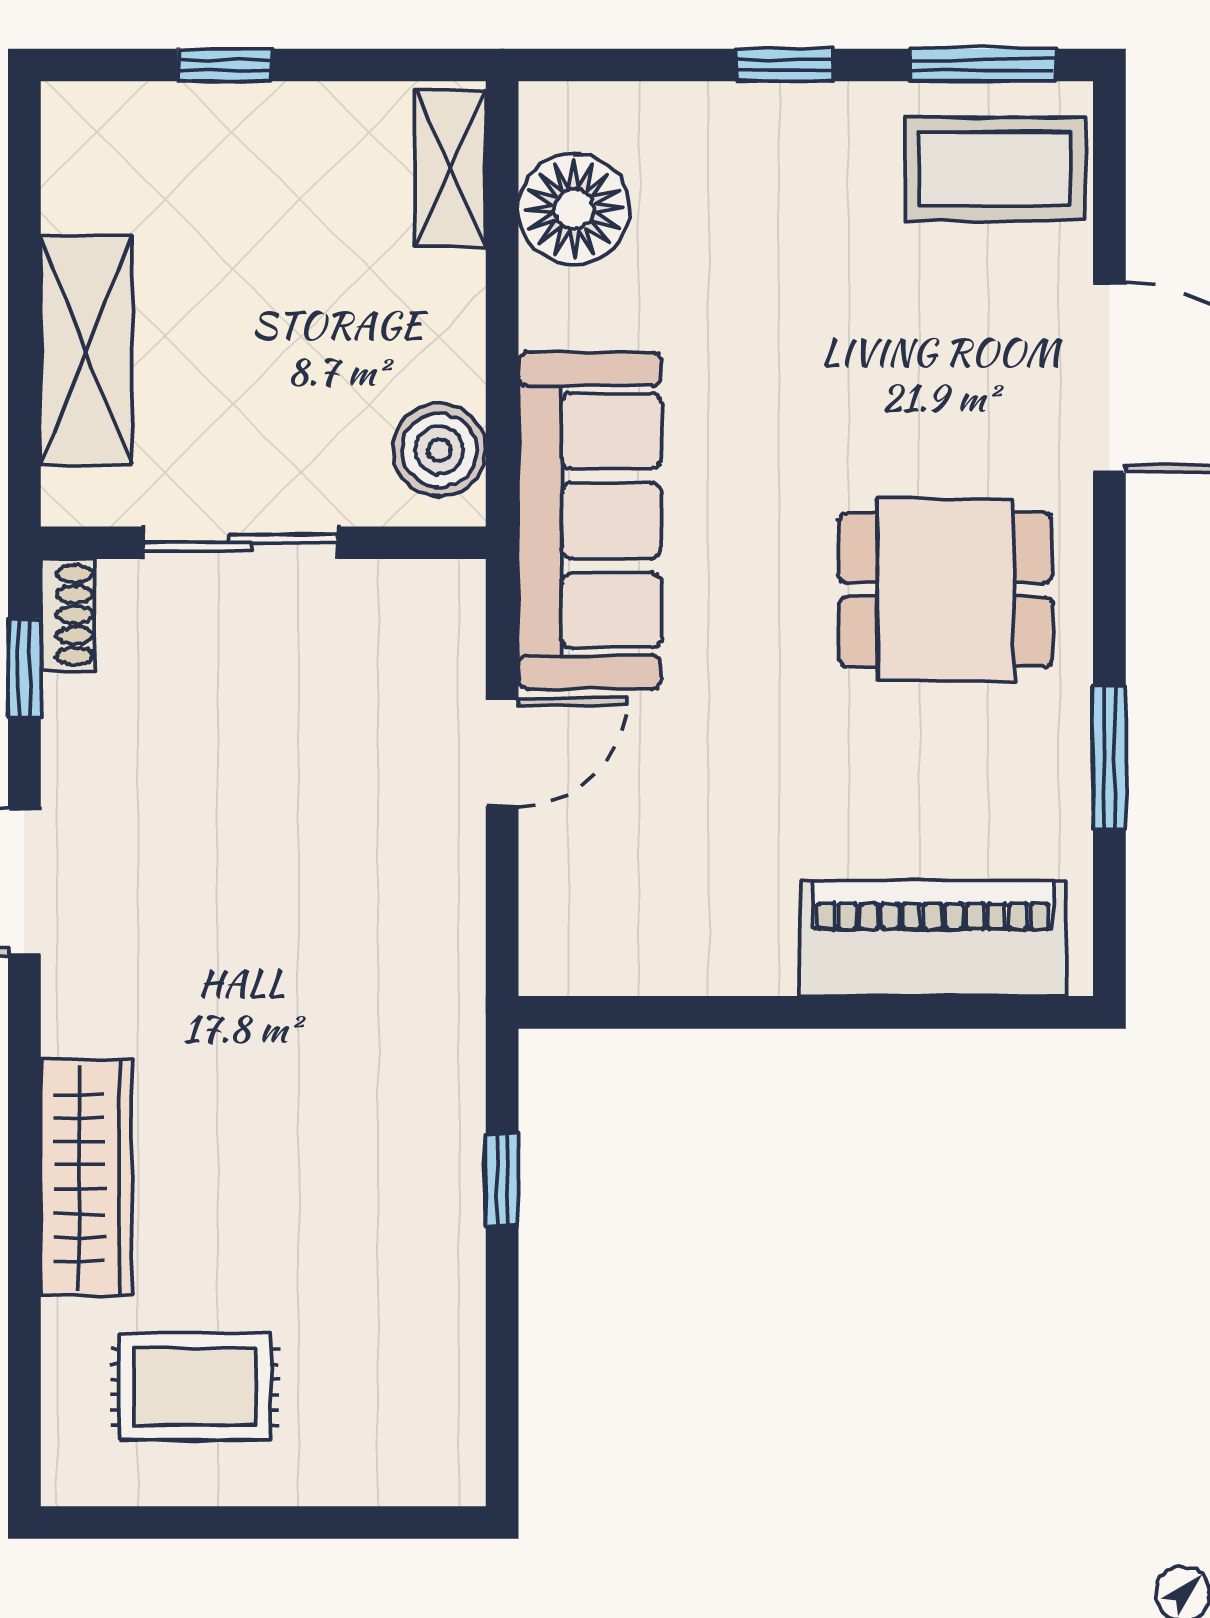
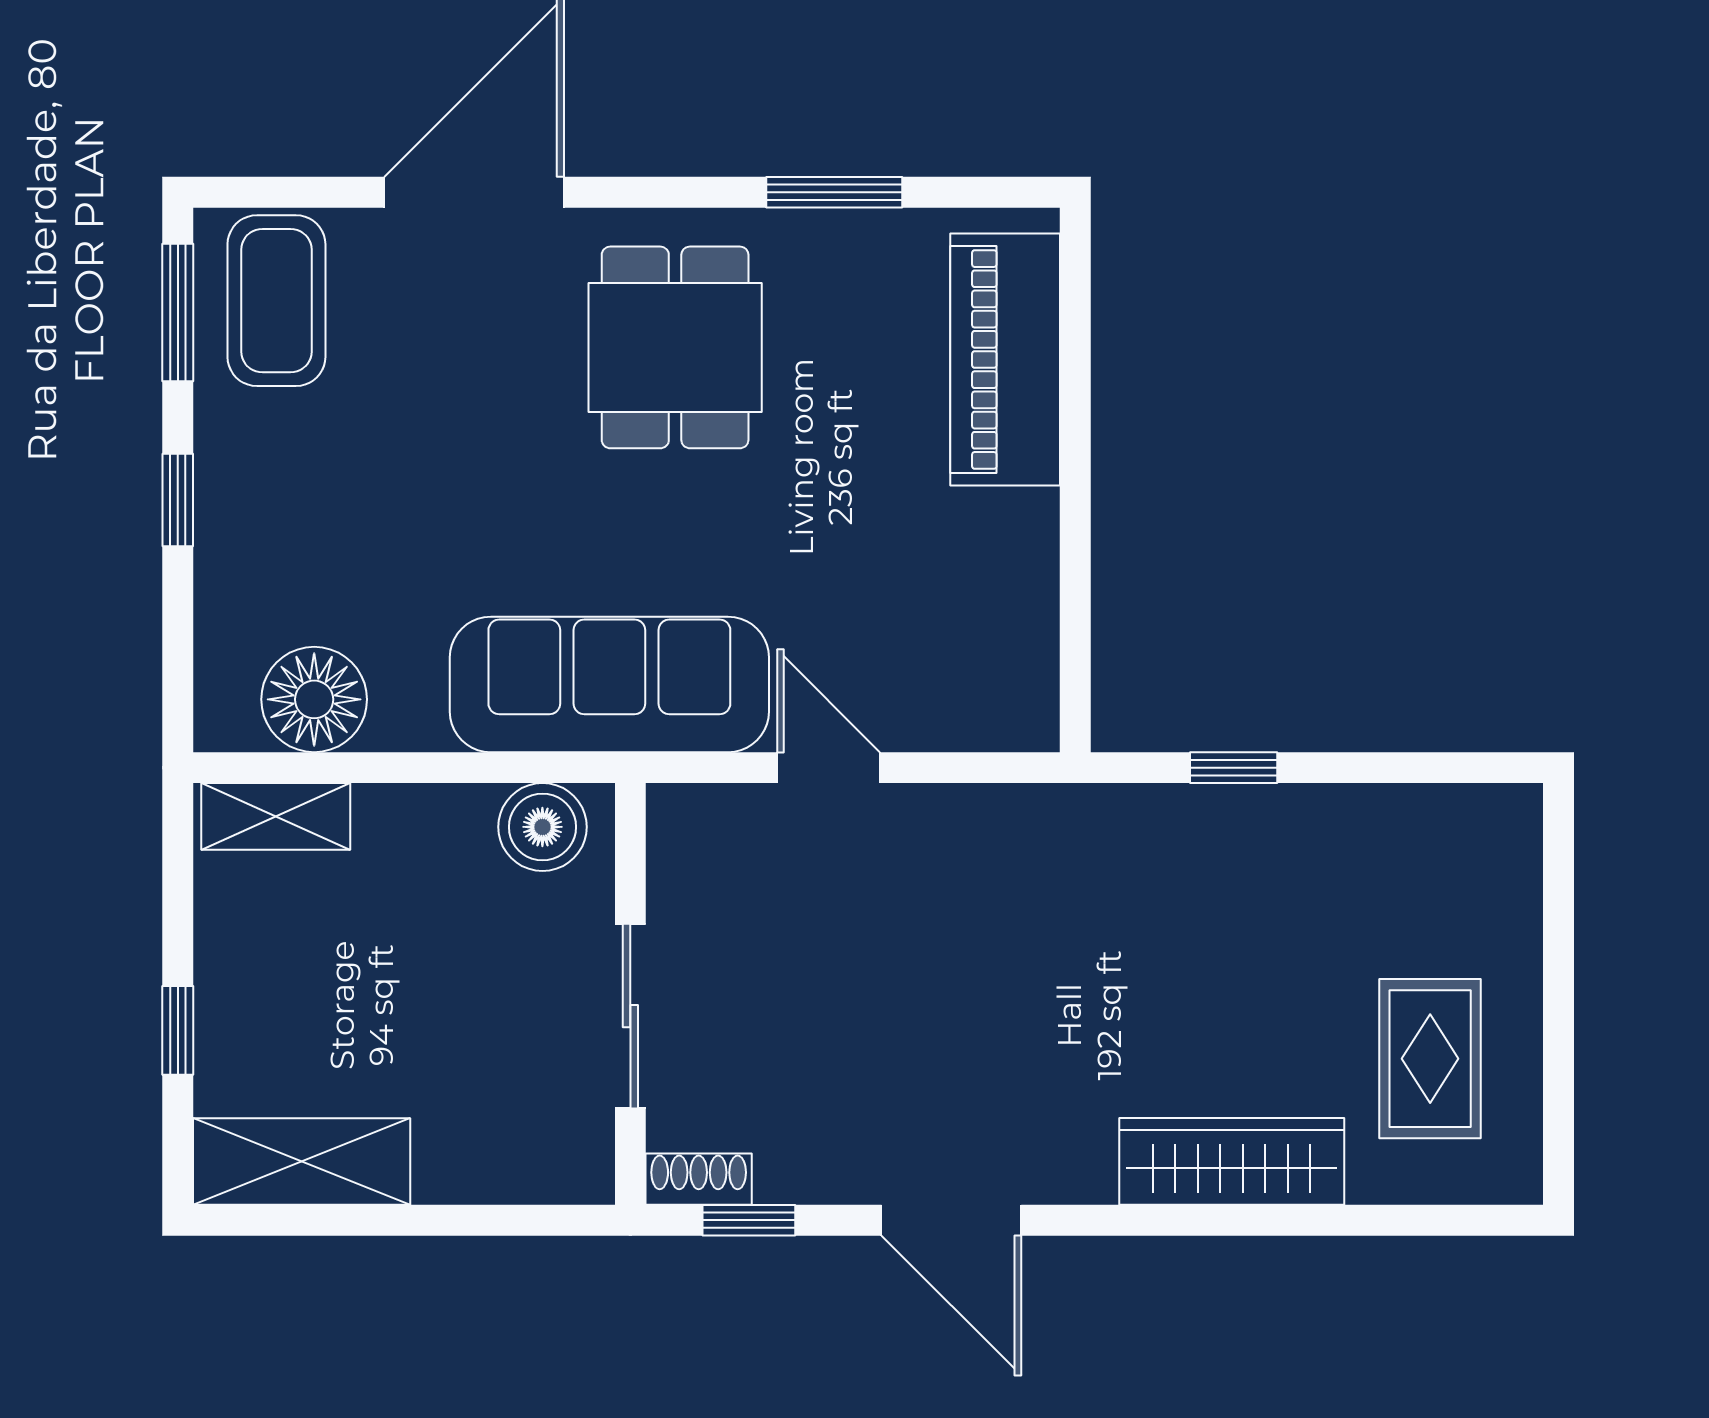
shelving: (86, 350) -> (302, 1161), moved

